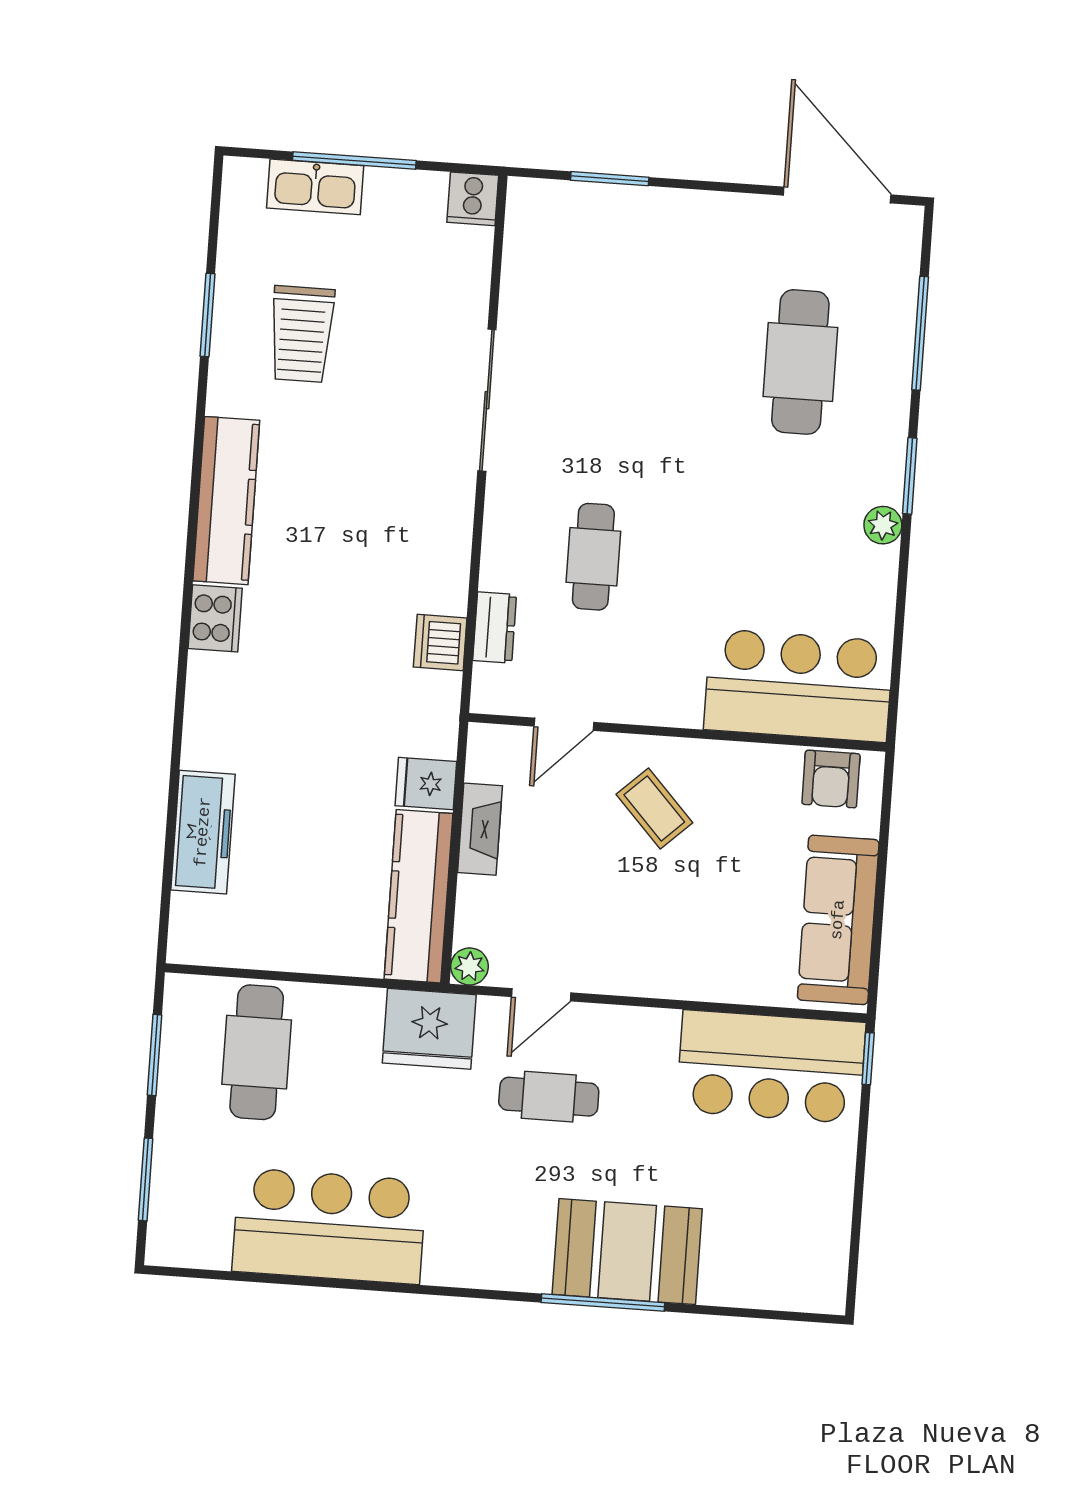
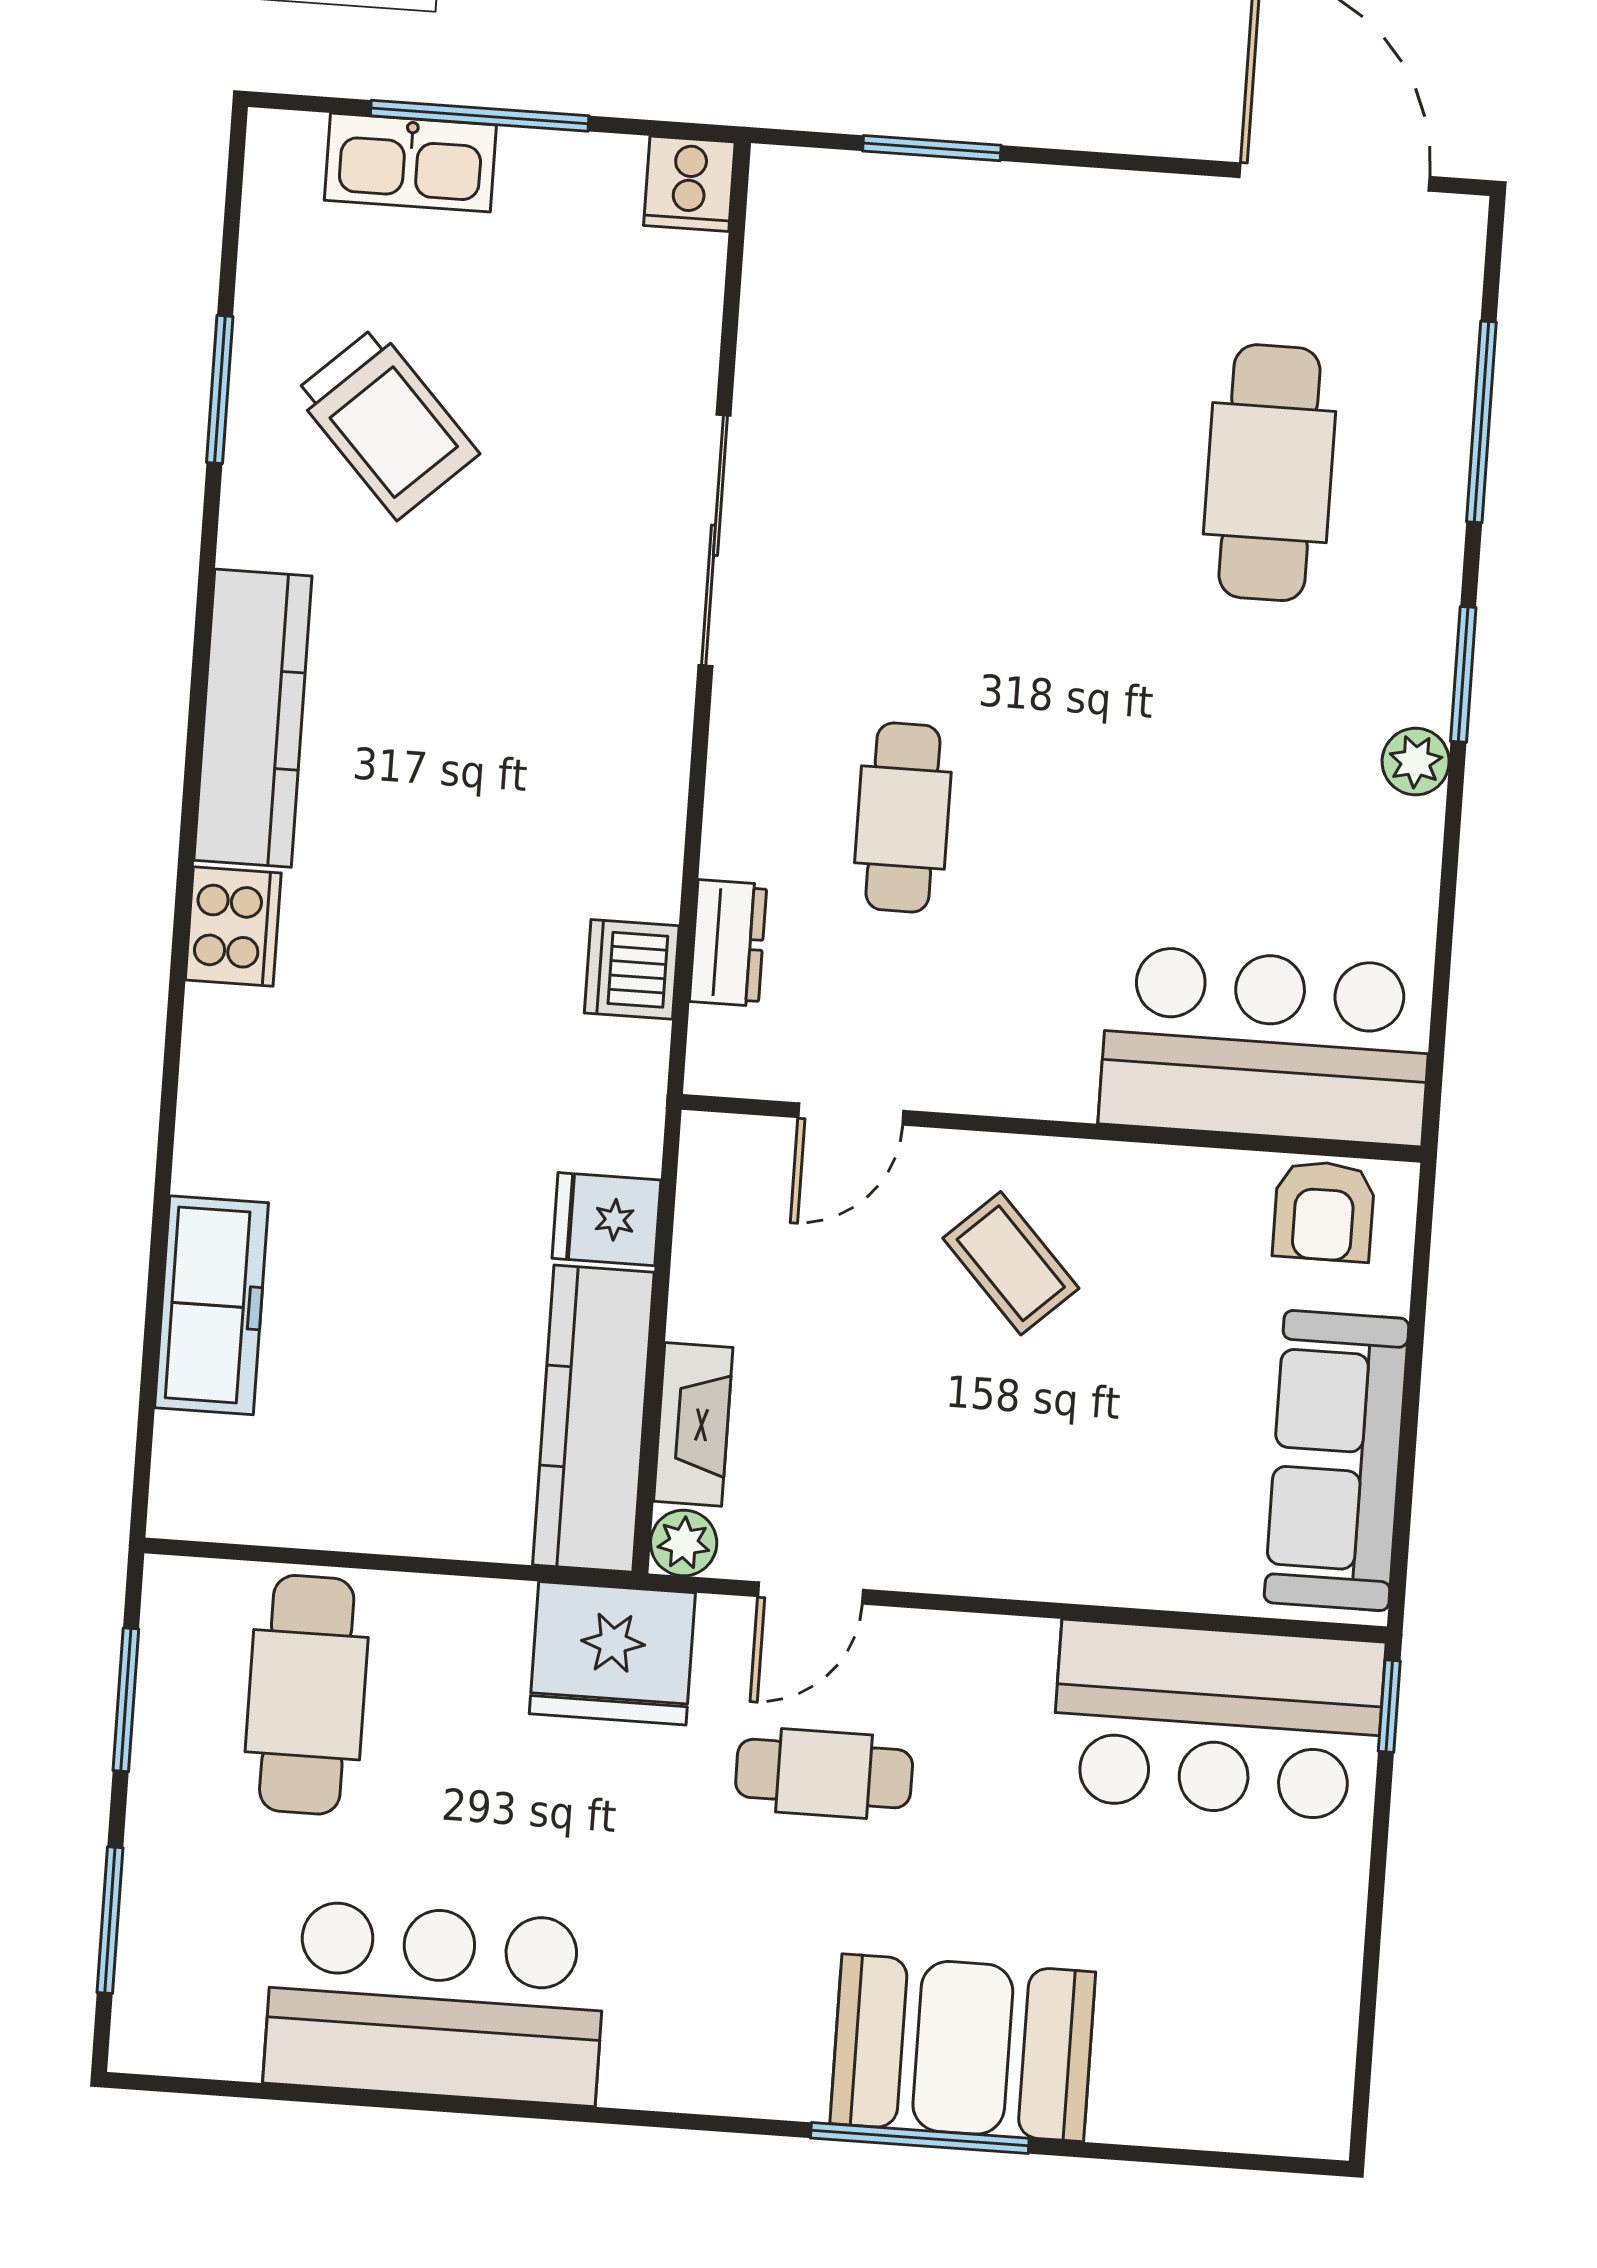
trolley: (302, 334) -> (387, 423), turned -43
fireplace: (480, 829) -> (693, 1424), moved

